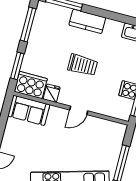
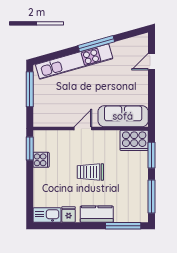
fridge: (52, 93) -> (69, 214), moved, turned 180
sofa: (29, 110) -> (123, 116), width x1.36

